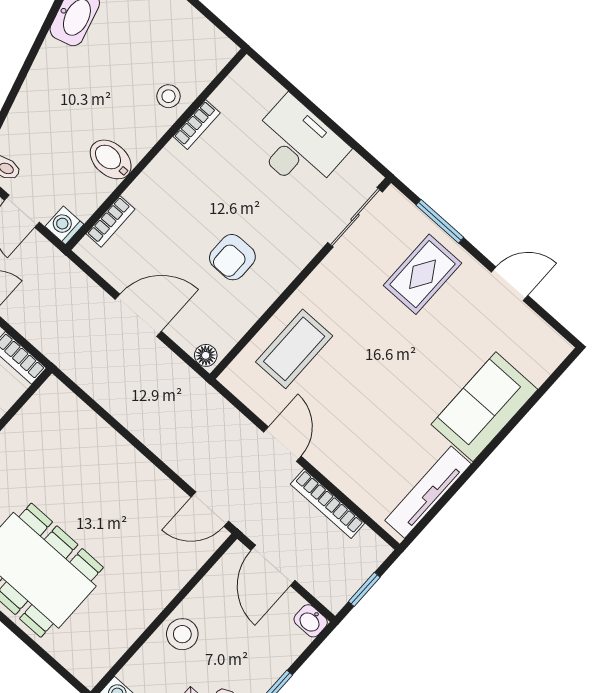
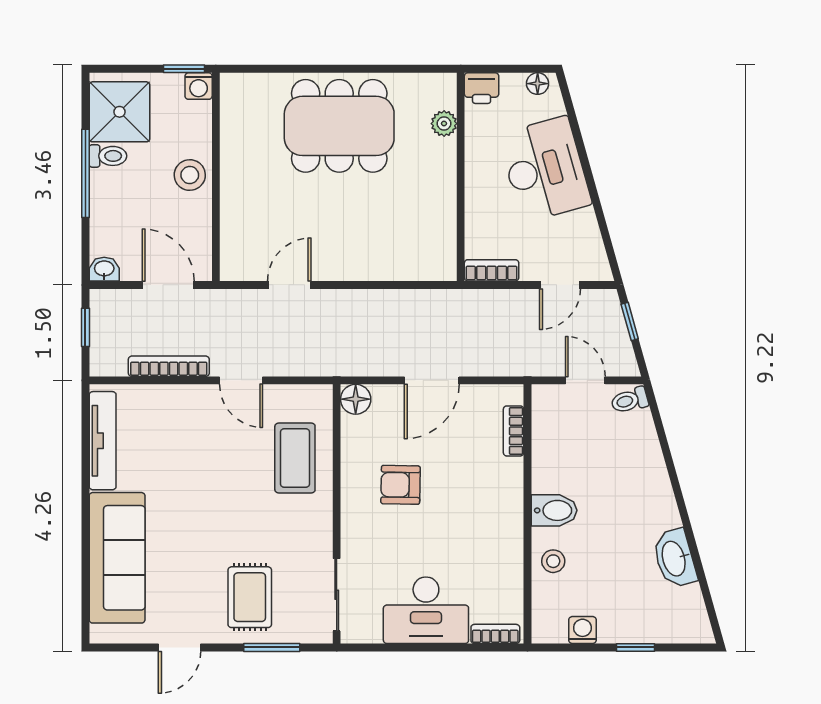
bookcase: (197, 125) -> (495, 634), moved, turned 90
bidet: (111, 159) -> (554, 510), moved
washing machine: (64, 225) -> (582, 630), moved, turned -90
armchair: (232, 257) -> (401, 485), turned -89
floor lamp: (206, 355) -> (356, 399), width x1.37, depth x1.37
sofa: (484, 407) -> (117, 558), width x1.36
door: (210, 509) -> (289, 285), moved

